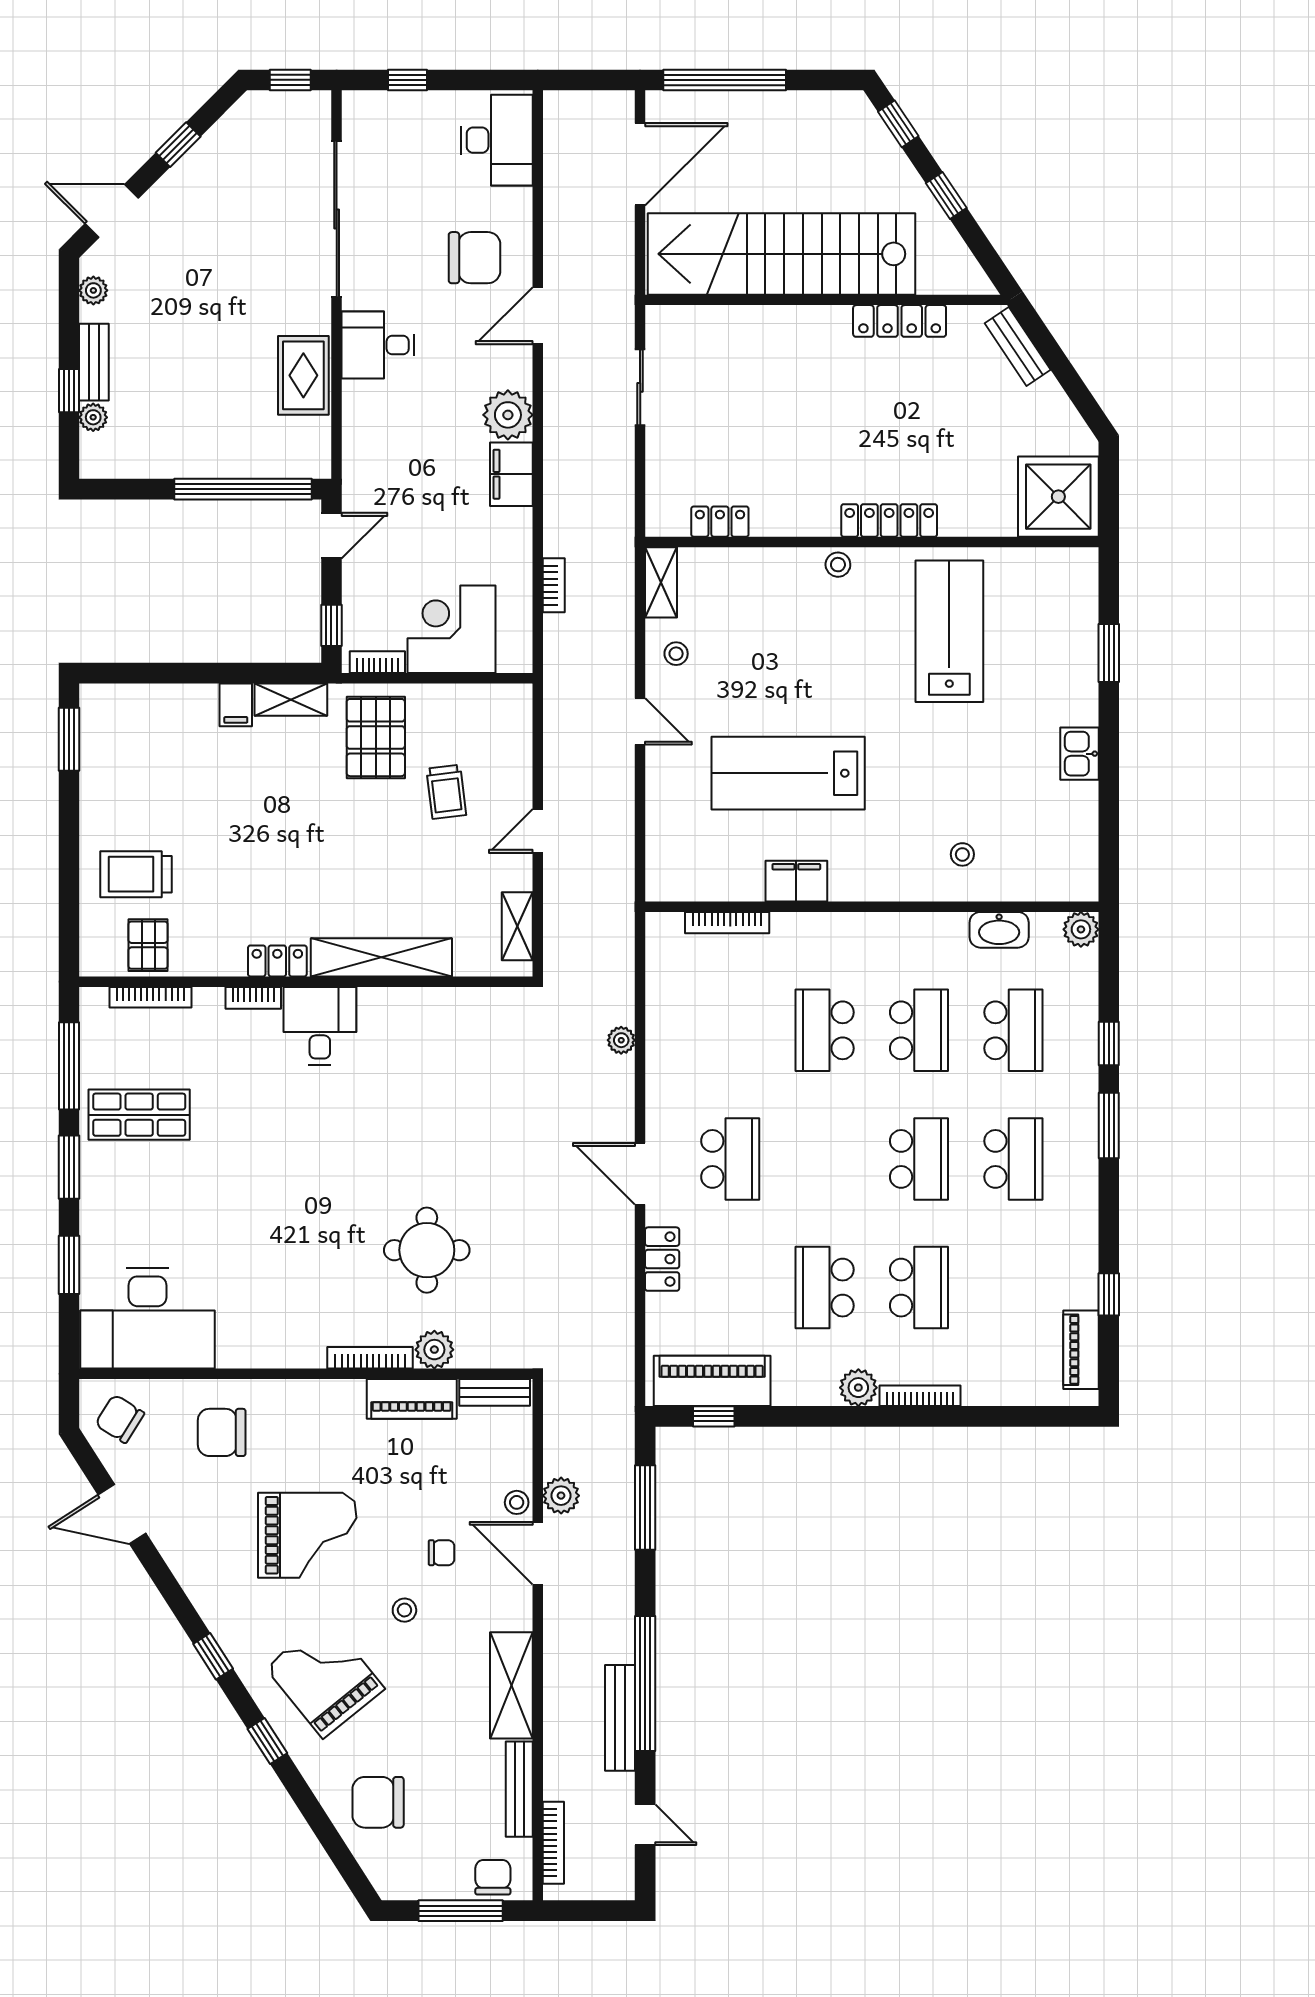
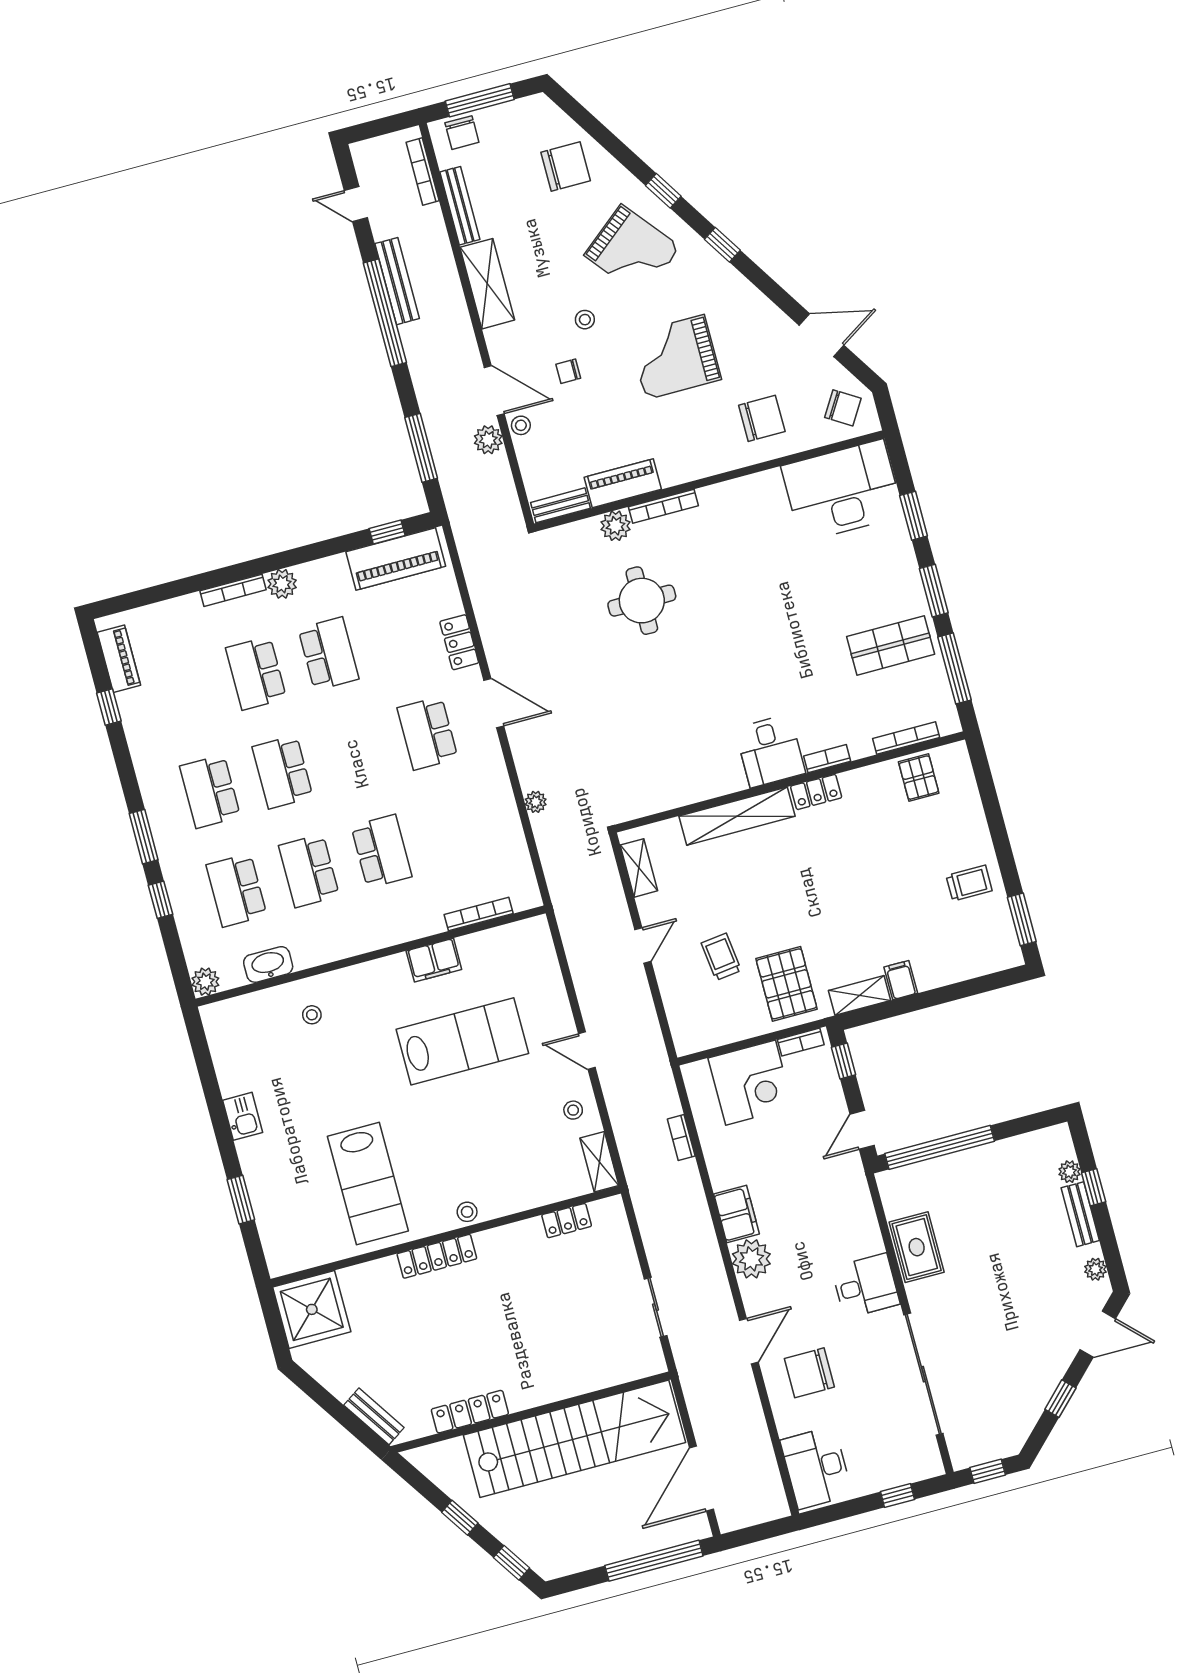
trolley: (136, 874) -> (969, 883), moved, width x0.73, depth x0.72

